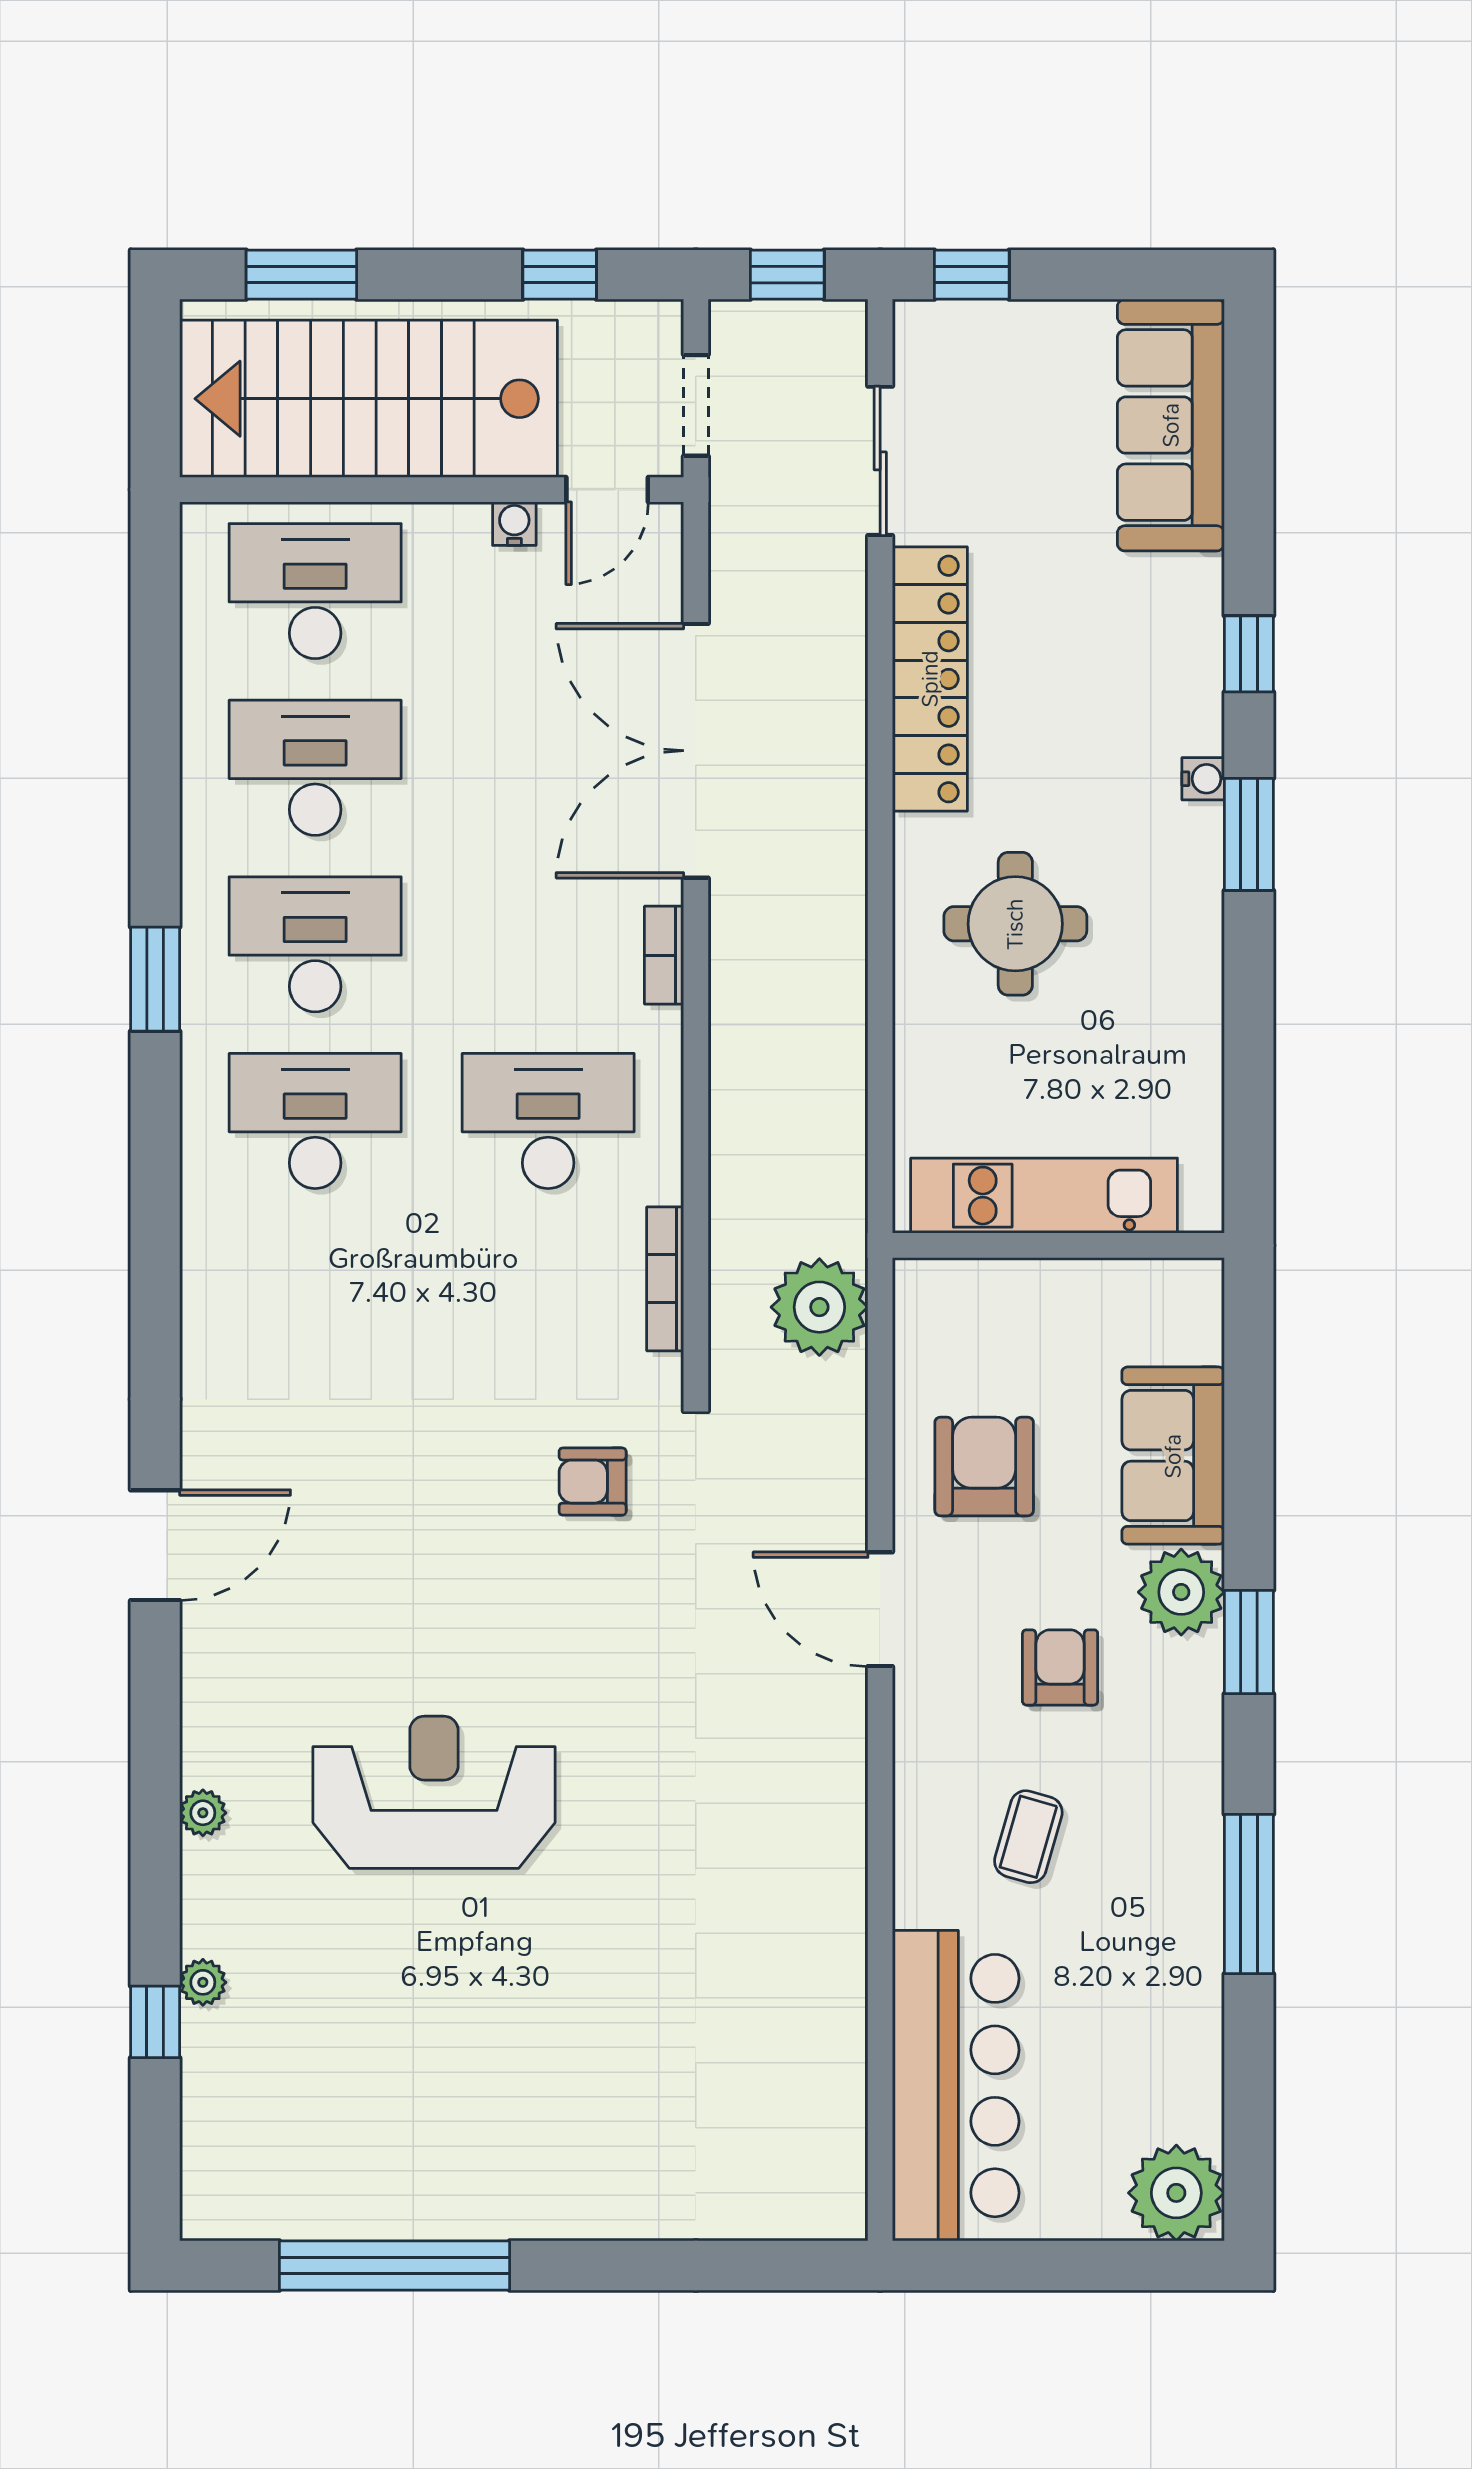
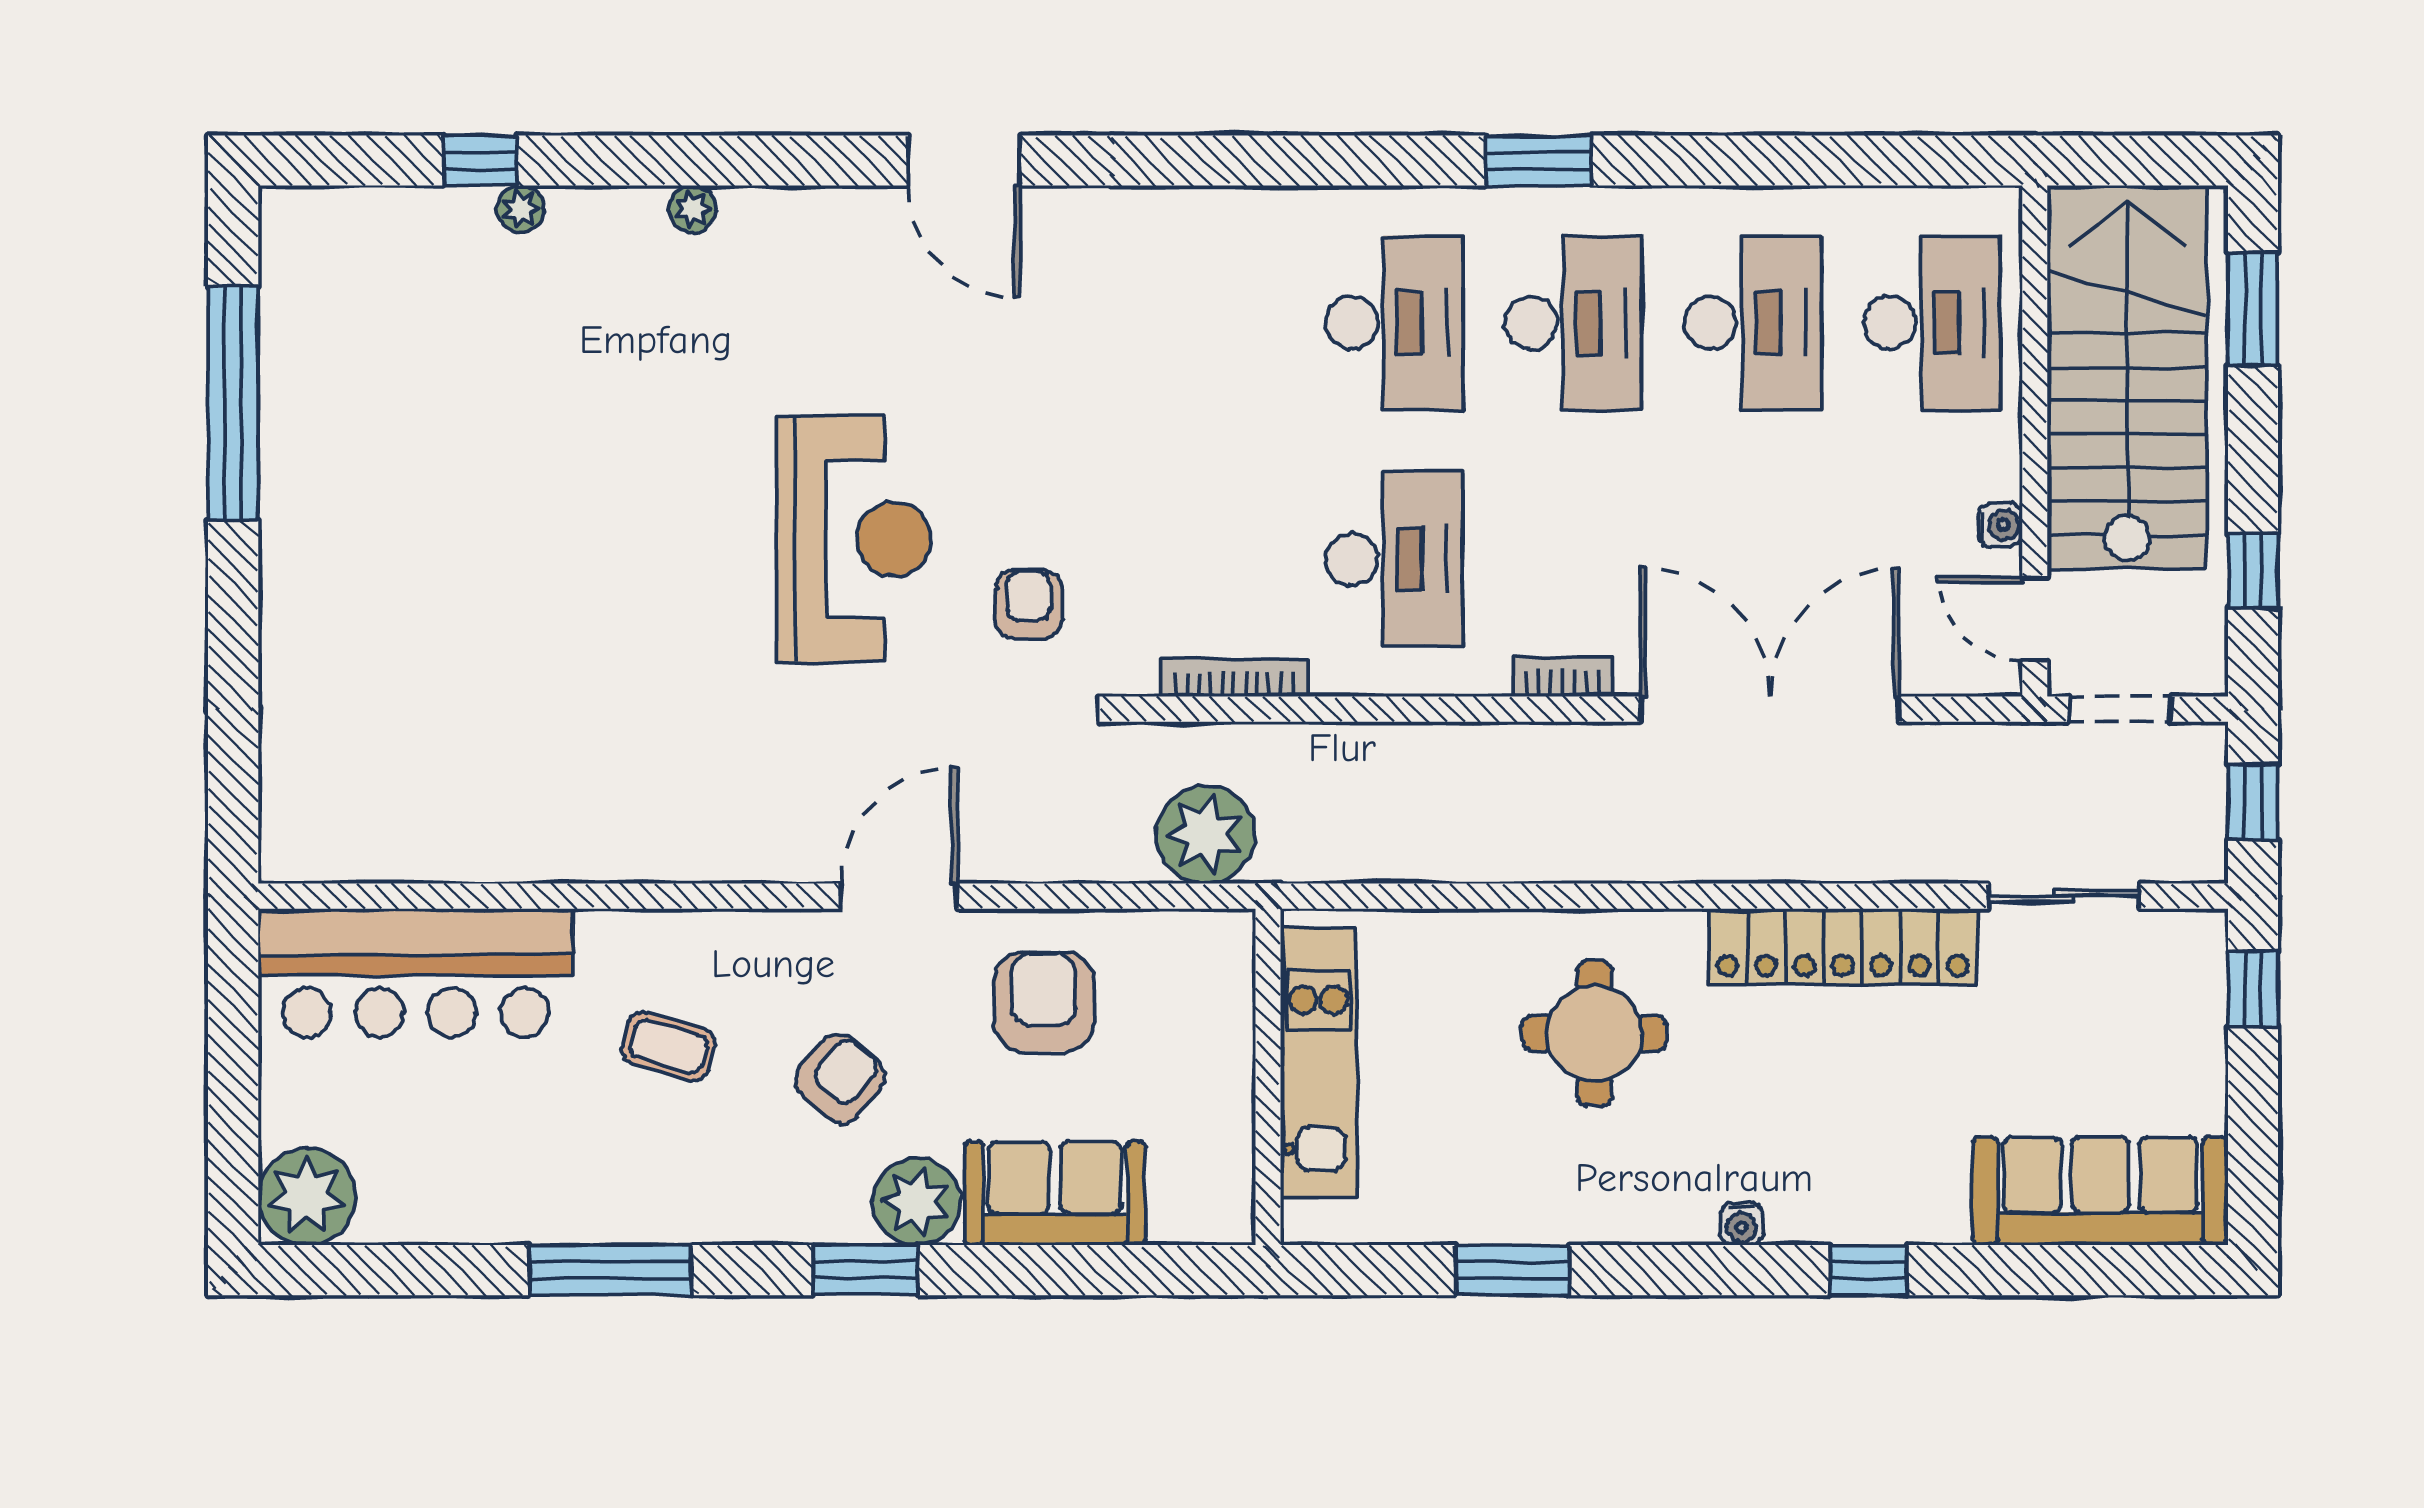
window: (1249, 834) -> (1512, 1270), moved
armchair: (984, 1467) -> (1044, 1002), turned -90
armchair: (1060, 1667) -> (840, 1079), turned -49
reception desk: (434, 1792) -> (854, 539), moved

